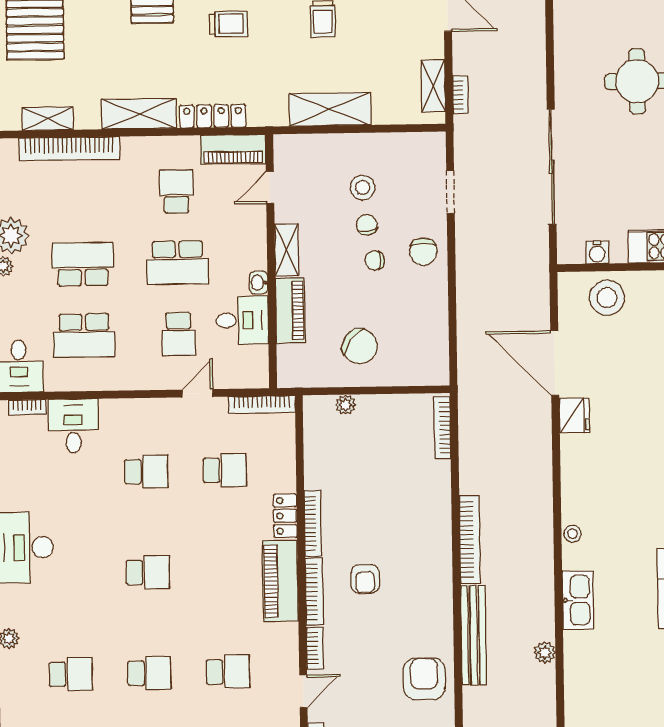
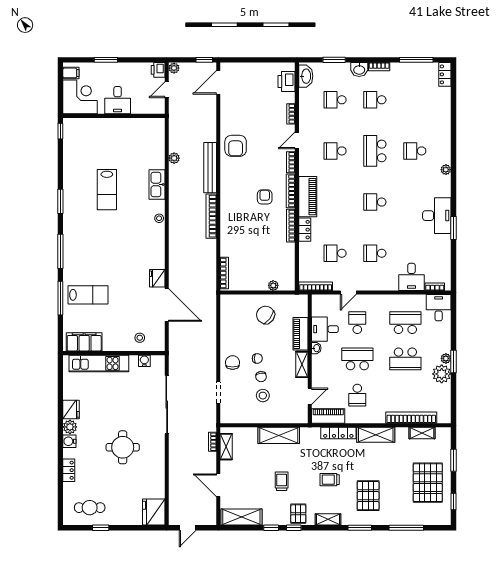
stool: (607, 298) -> (140, 338), width x0.53, depth x0.53
school desk: (149, 673) -> (375, 151), width x1.85

